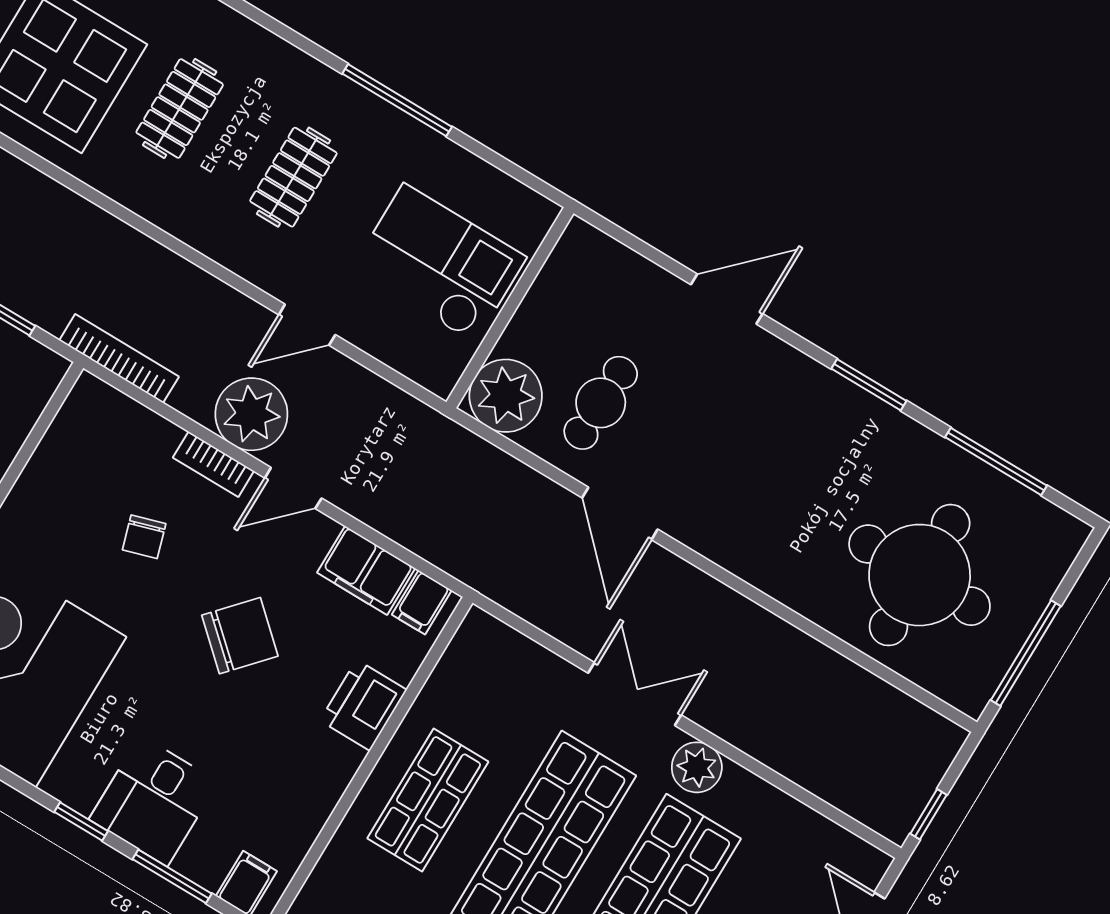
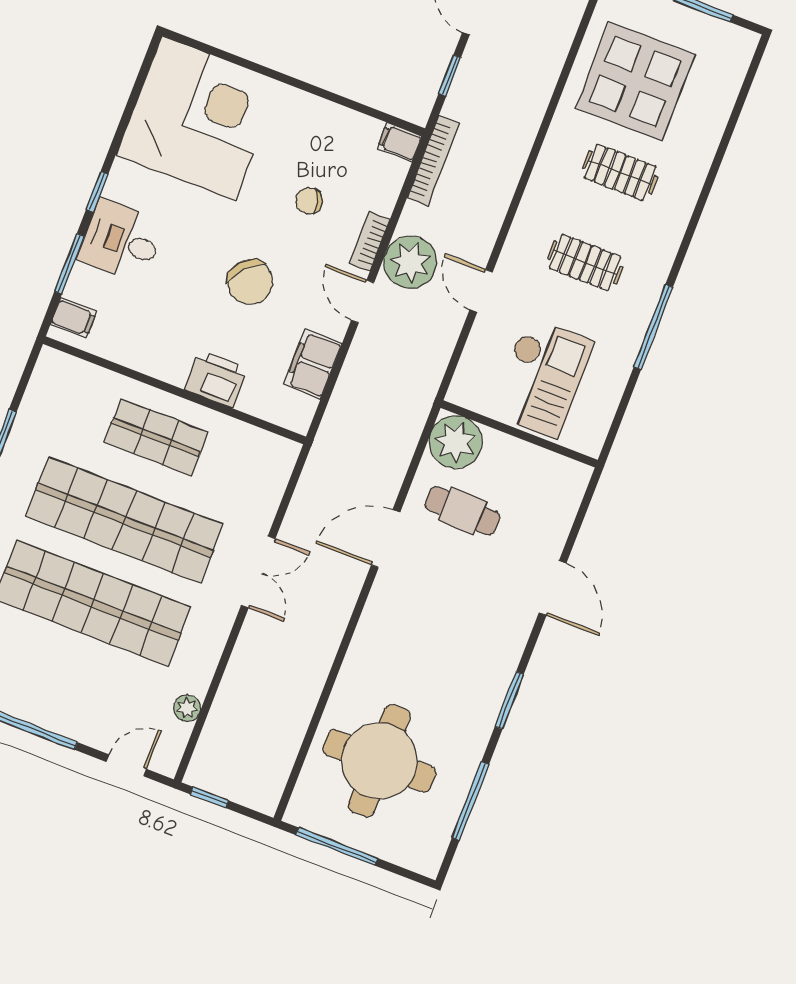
filing cabinet: (422, 602) -> (399, 142), moved
plant: (697, 767) -> (187, 708), moved, width x0.73, depth x0.73

